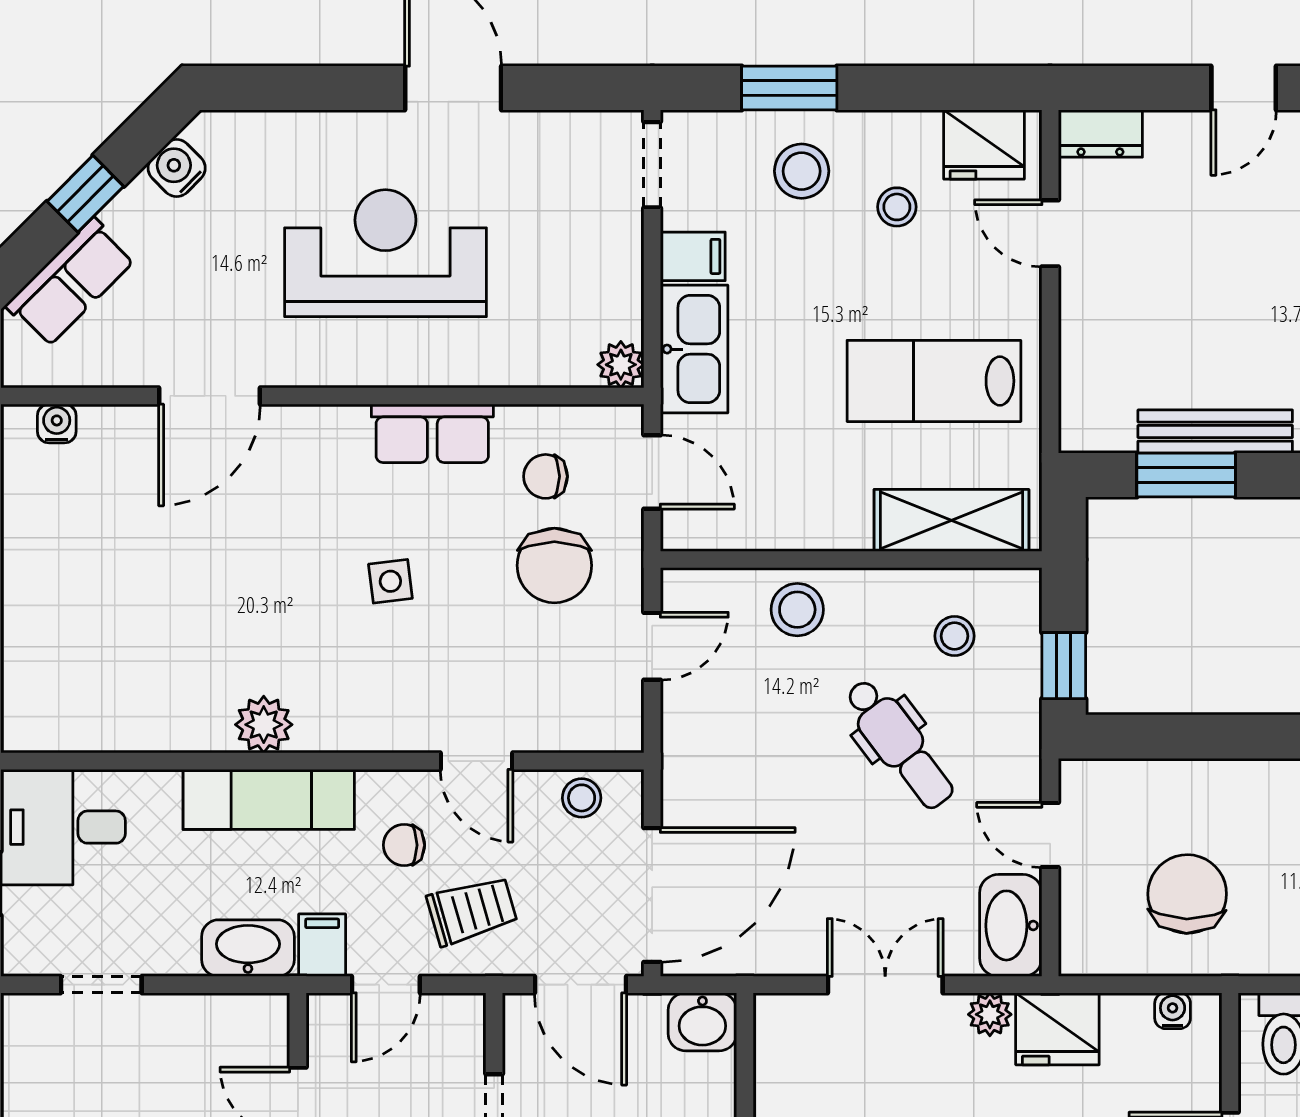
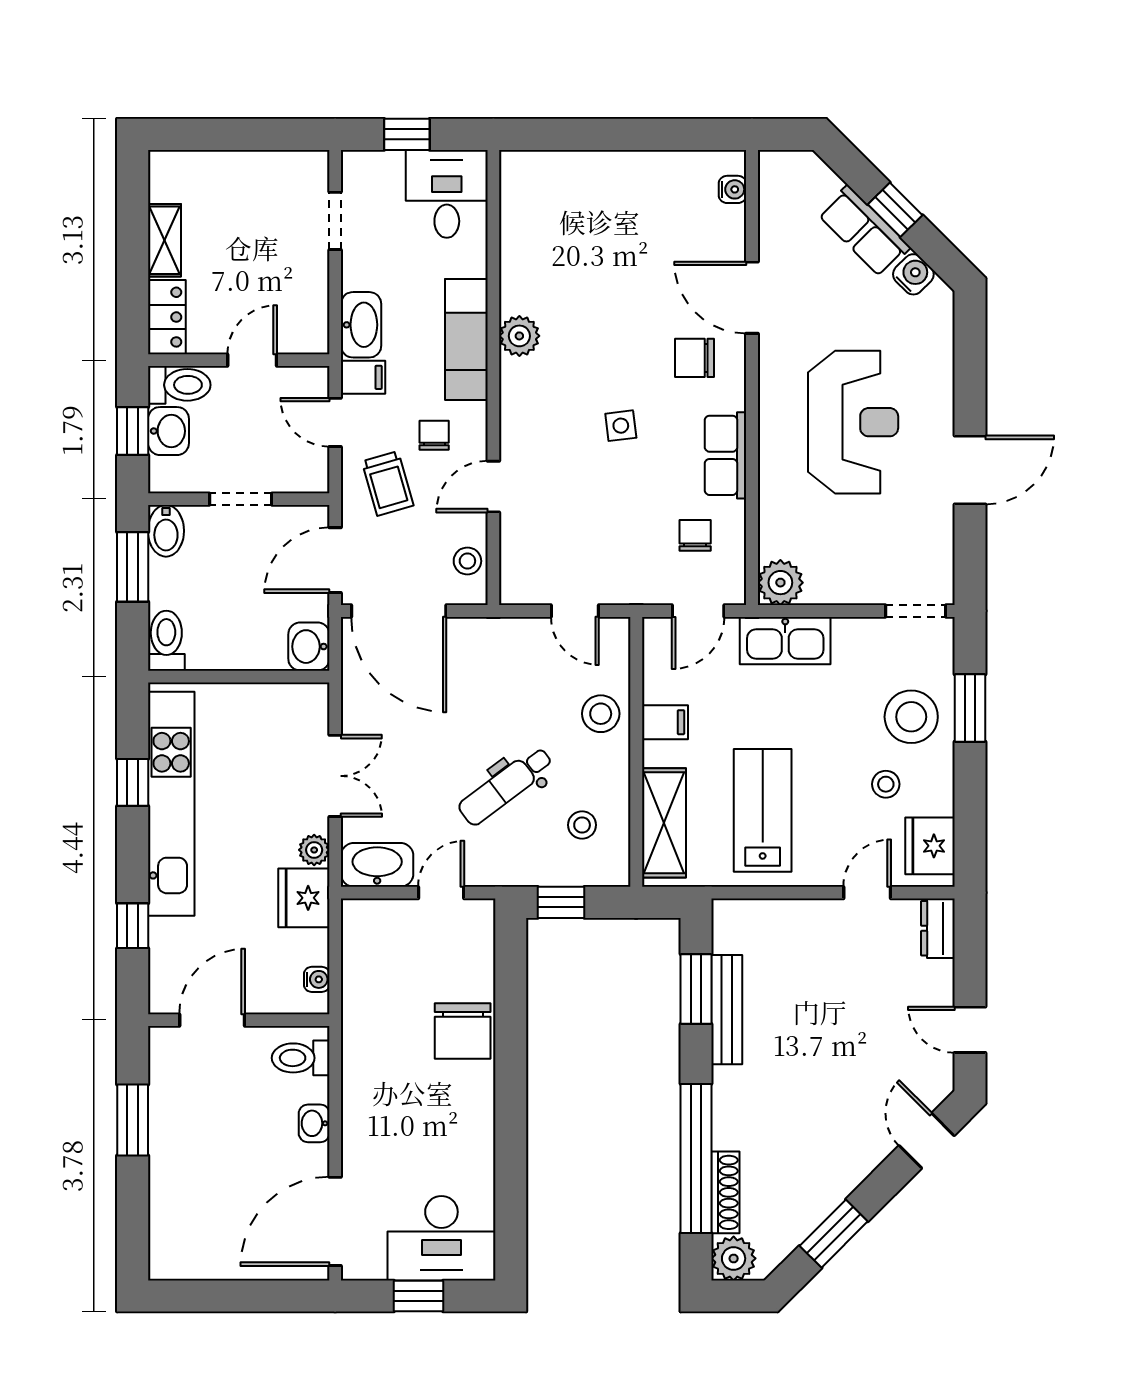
stool: (802, 171) -> (911, 717), width x1.38, depth x1.38
filing cabinet: (693, 256) -> (665, 722), moved, turned -90
row of seats: (70, 282) -> (864, 231), moved
plant: (621, 365) -> (780, 583), width x1.38, depth x1.38
chair: (554, 565) -> (694, 358), moved, width x0.73, depth x0.73
chair: (1187, 894) -> (463, 1031), moved, turned 89

